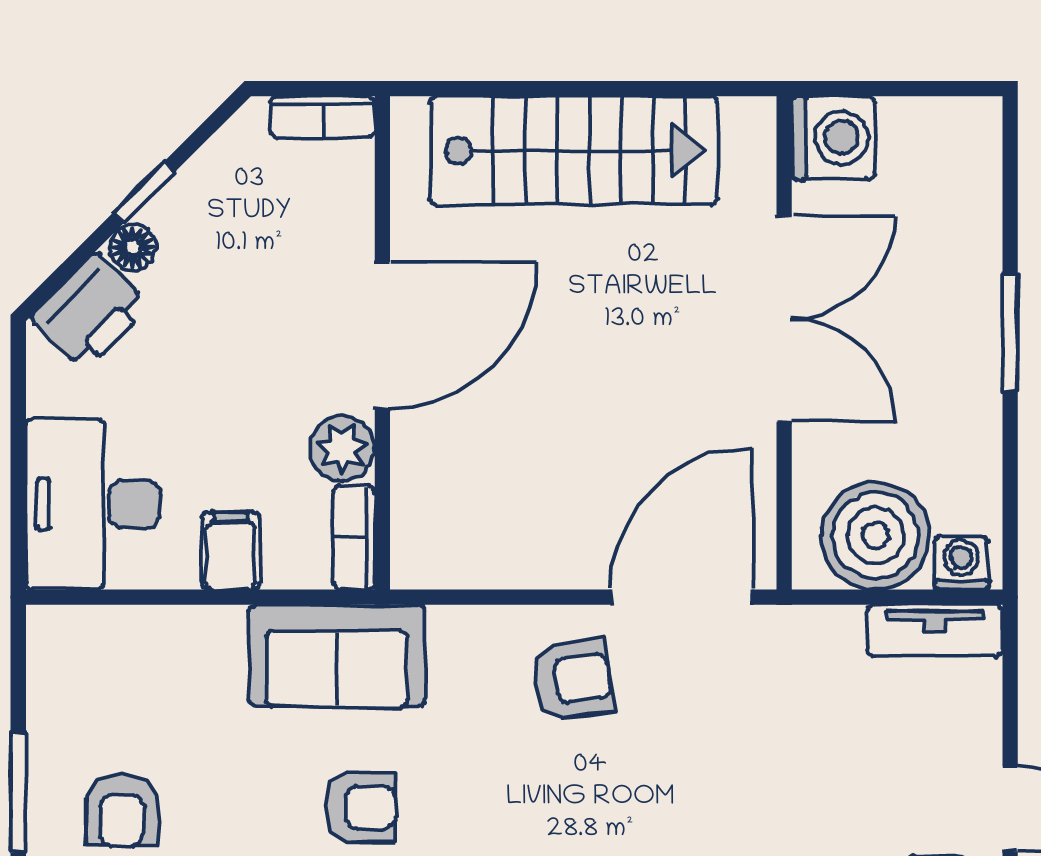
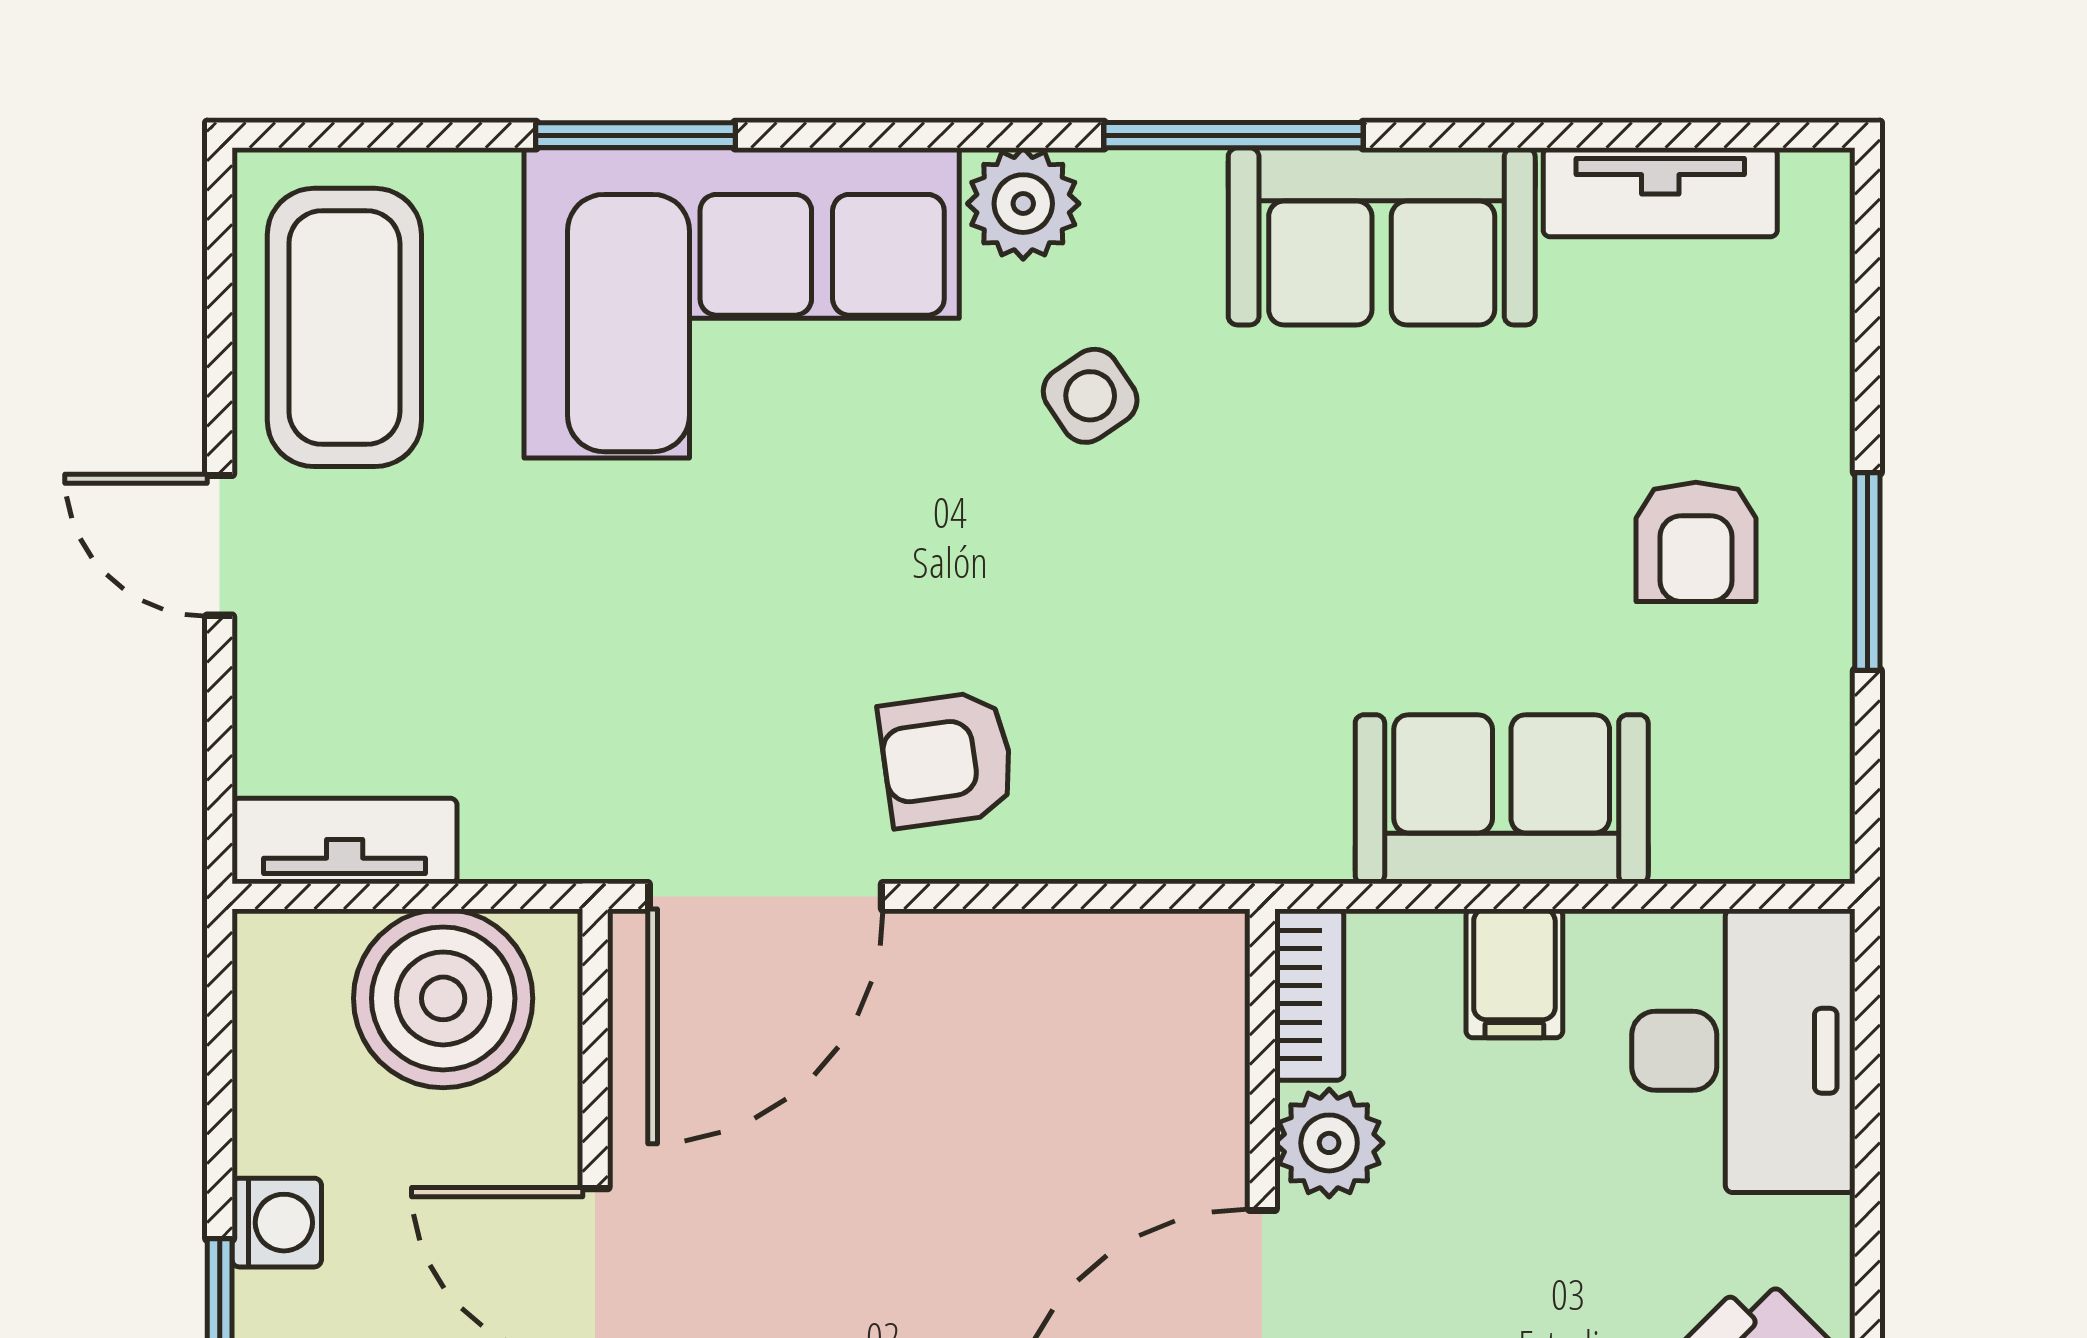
washing machine: (961, 563) -> (277, 1223), moved, turned -90
sofa: (337, 656) -> (1502, 799), moved
armchair: (361, 807) -> (1298, 547), removed
armchair: (121, 810) -> (1696, 542), turned 180

